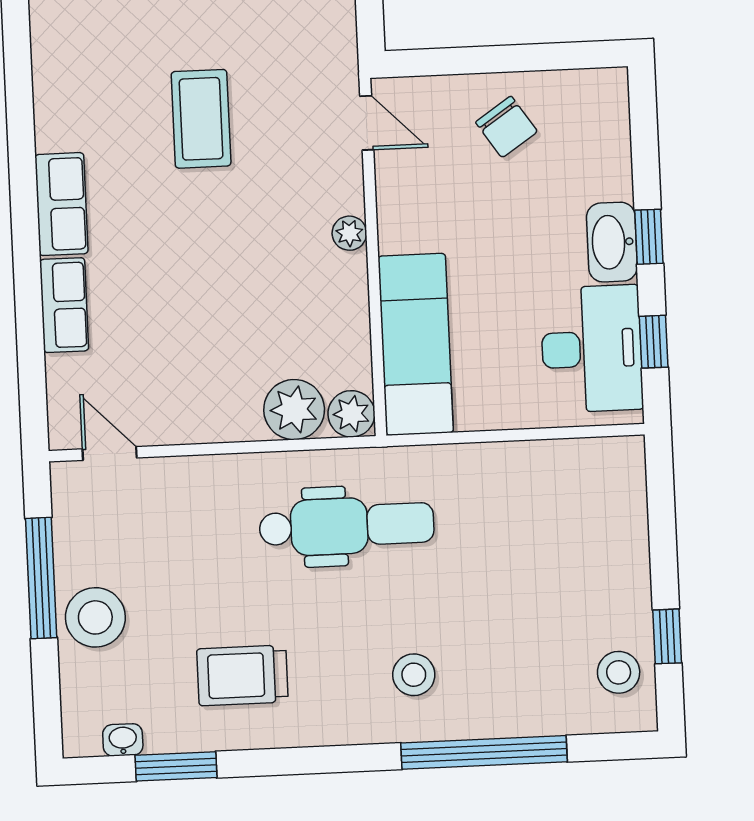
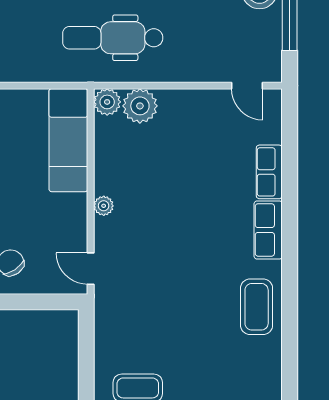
coffee table: (201, 119) -> (257, 307), moved

